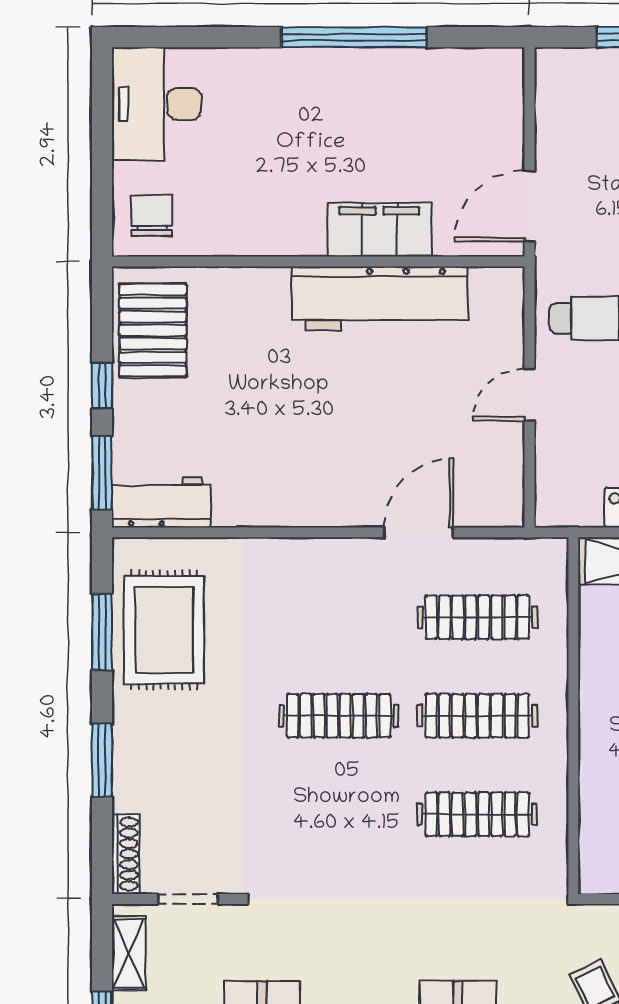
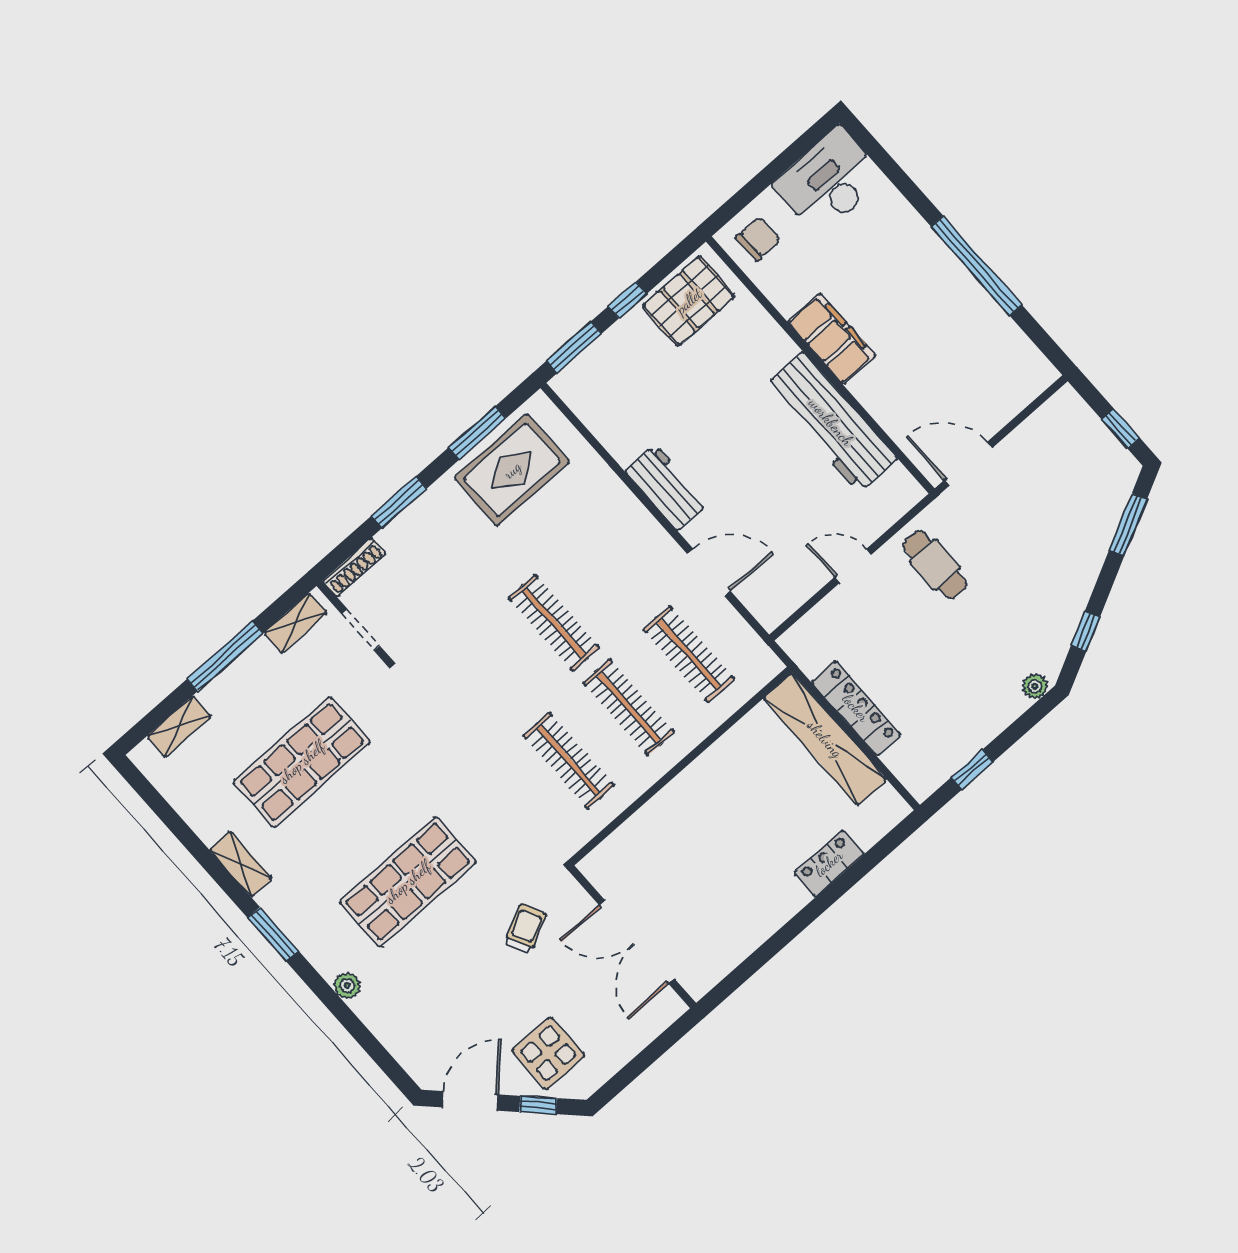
filing cabinet: (379, 230) -> (832, 339), moved
workbench: (161, 502) -> (666, 488), moved

